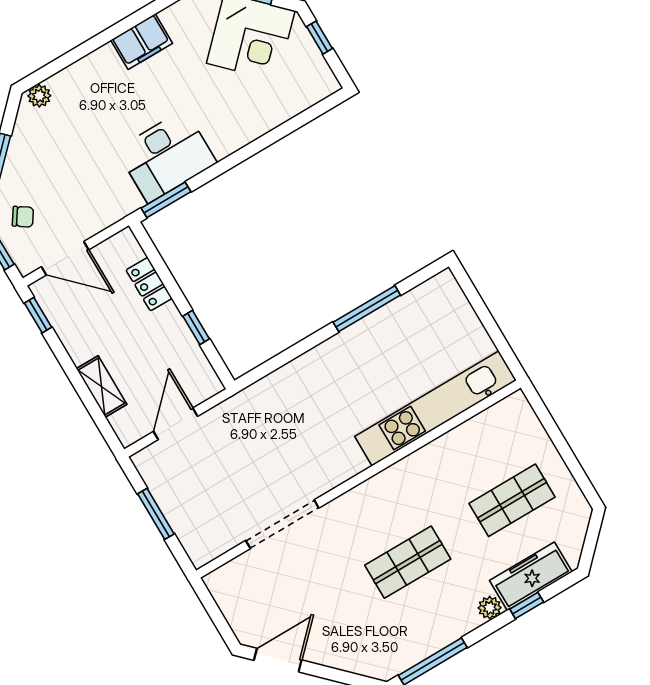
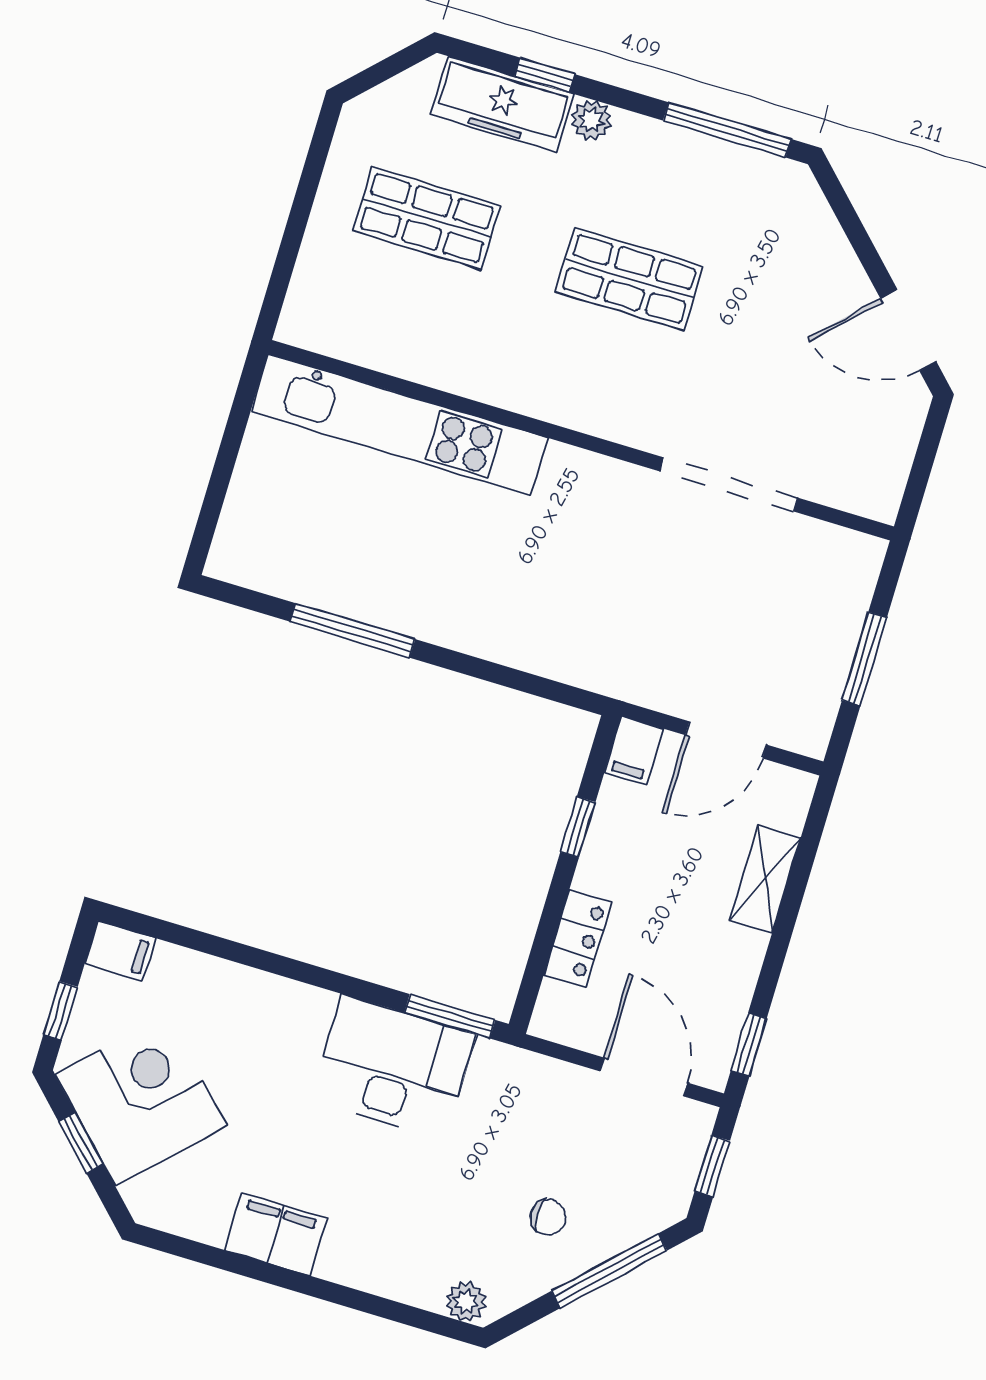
filing cabinet: (322, 86) -> (120, 951), added
chair: (23, 217) -> (548, 1217), moved, turned 146
filing cabinet: (207, 381) -> (634, 750), added

